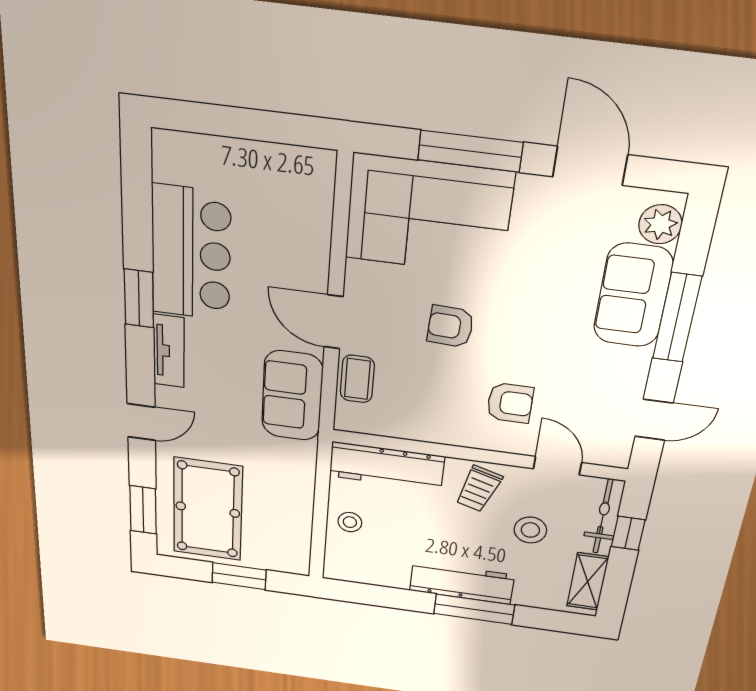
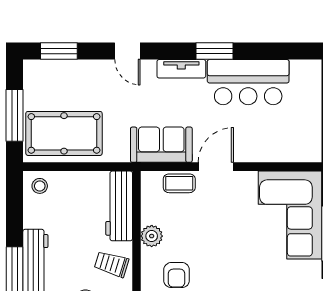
armchair: (450, 326) -> (223, 234), removed
plant: (440, 429) -> (152, 236), added
pool table: (208, 510) -> (64, 133), moved
stool: (350, 522) -> (40, 186), moved
window: (239, 576) -> (15, 115), width x1.44

